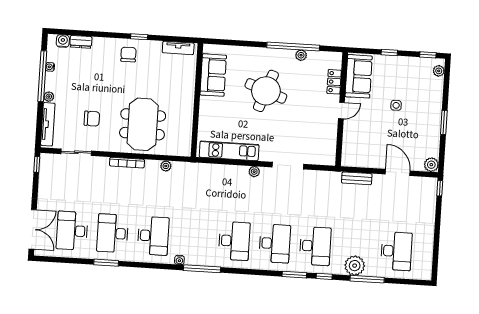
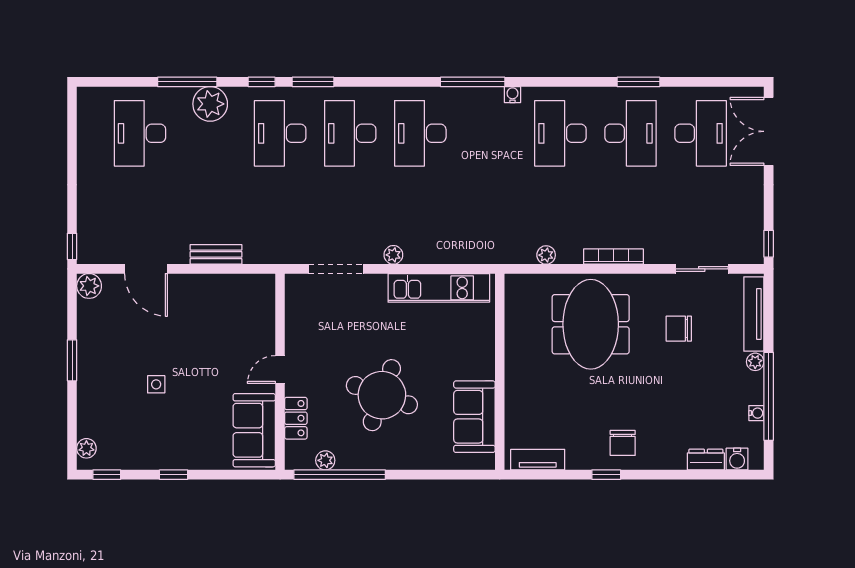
sofa: (359, 76) -> (254, 430), moved
locker: (334, 82) -> (296, 418), moved
wall: (342, 109) -> (280, 372), moved
door: (341, 111) -> (280, 369), moved

